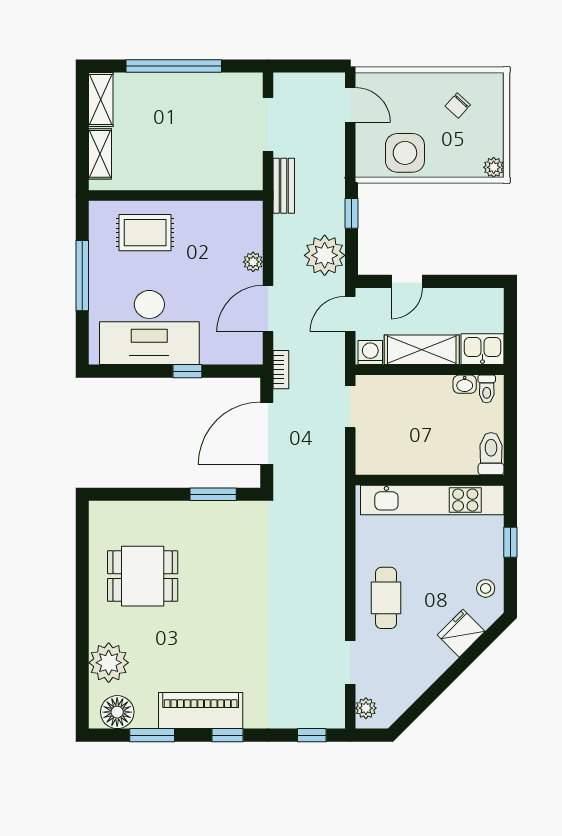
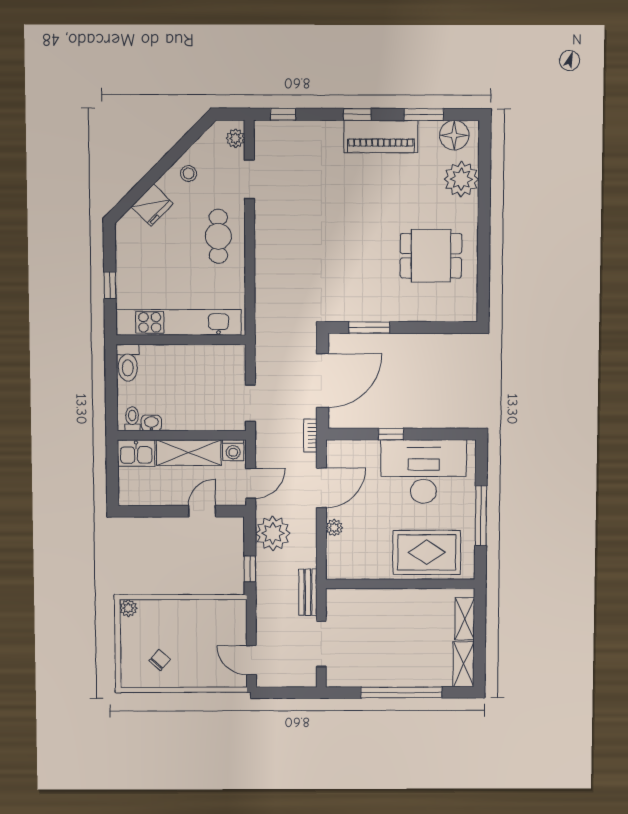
side table: (405, 153) -> (204, 620), removed
rug: (145, 233) -> (427, 552), width x1.36, depth x1.43
stool: (486, 588) -> (188, 173), moved

